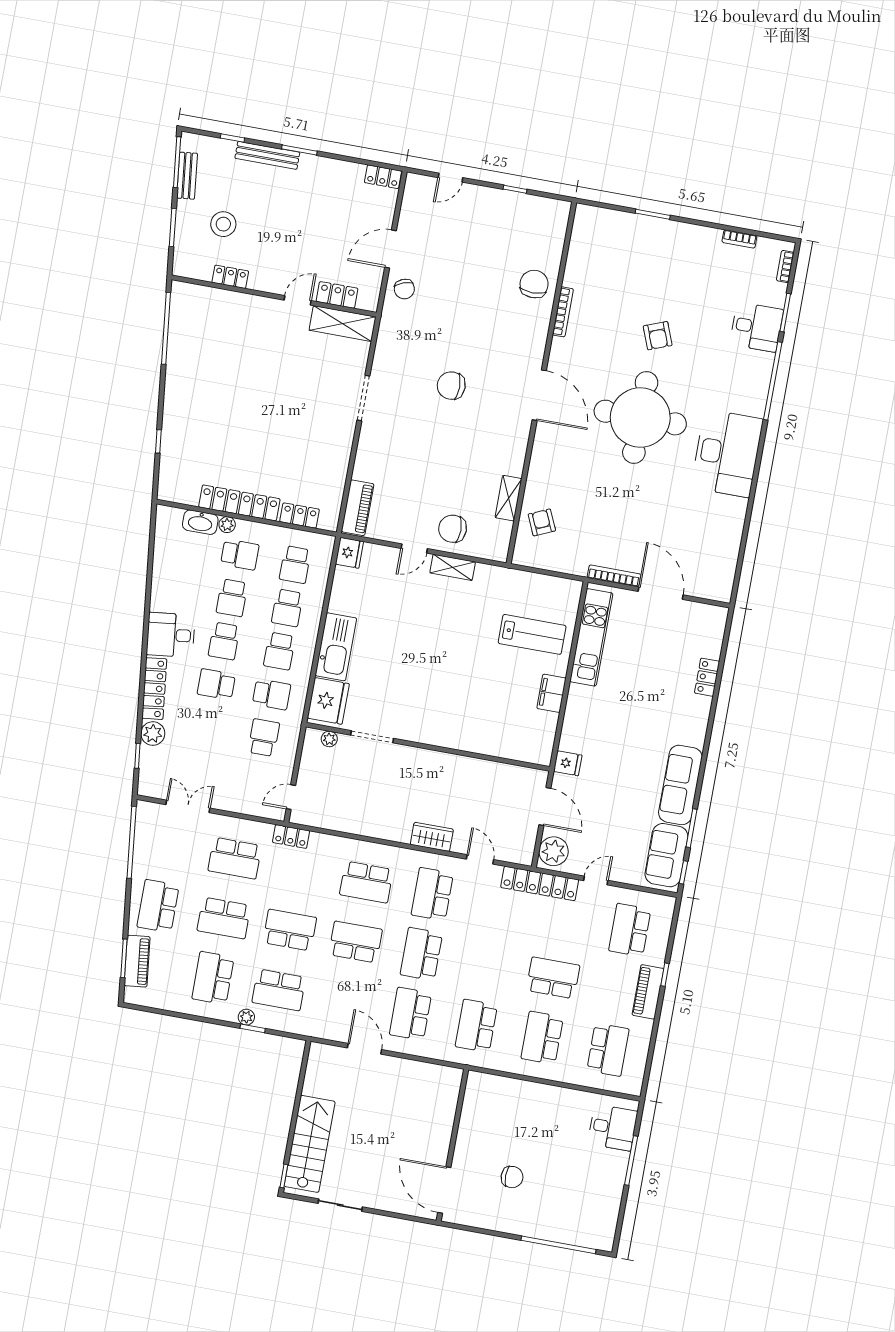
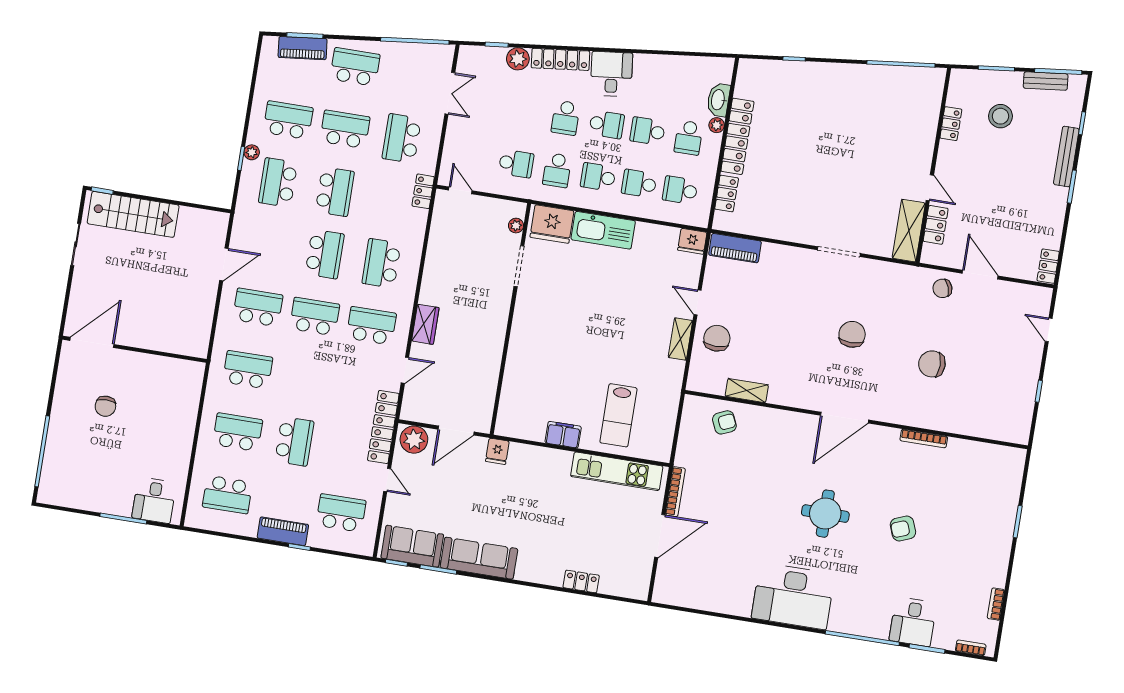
chair: (534, 284) -> (932, 364), moved, turned 180
round table: (640, 418) -> (825, 514), width x0.54, depth x0.54
school desk: (224, 641) -> (607, 124), turned 180
school desk: (216, 684) -> (566, 118), turned 180
school desk: (224, 918) -> (345, 129), turned 90

